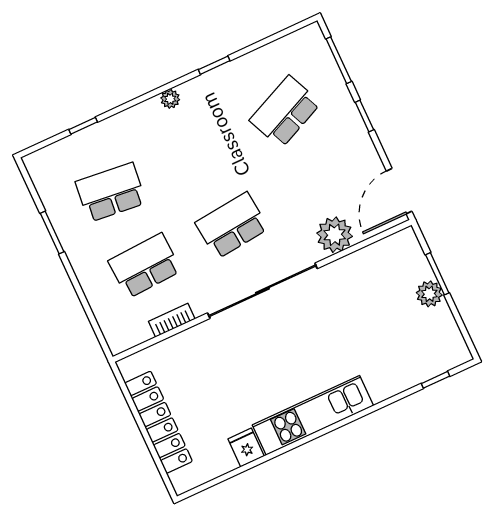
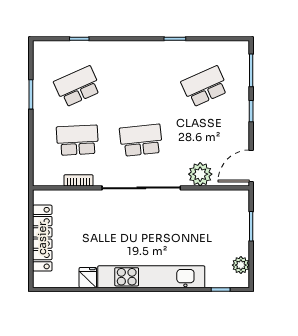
plant: (170, 99) -> (139, 47), removed
school desk: (111, 192) -> (77, 86), turned -30
plant: (429, 294) -> (241, 265), moved
kitchen unit: (313, 415) -> (151, 277), width x1.36

